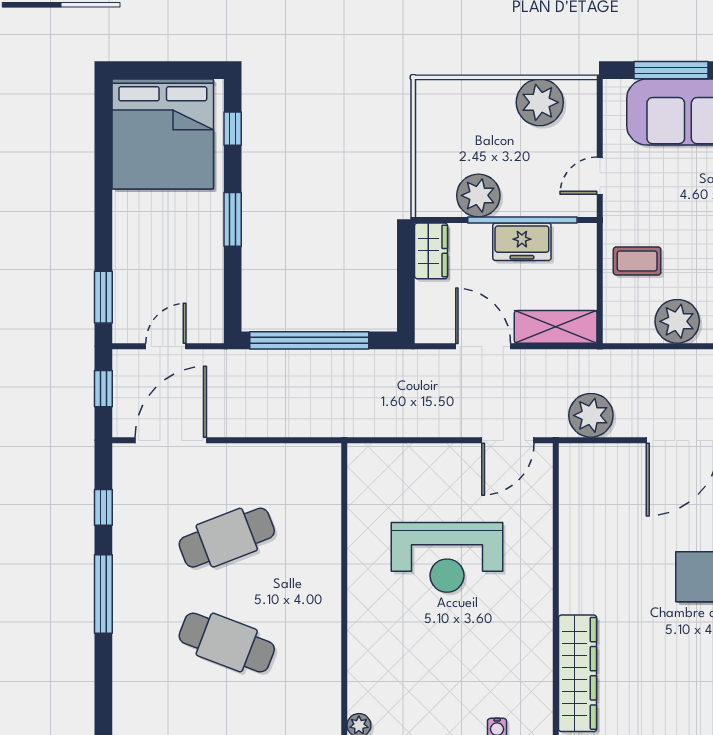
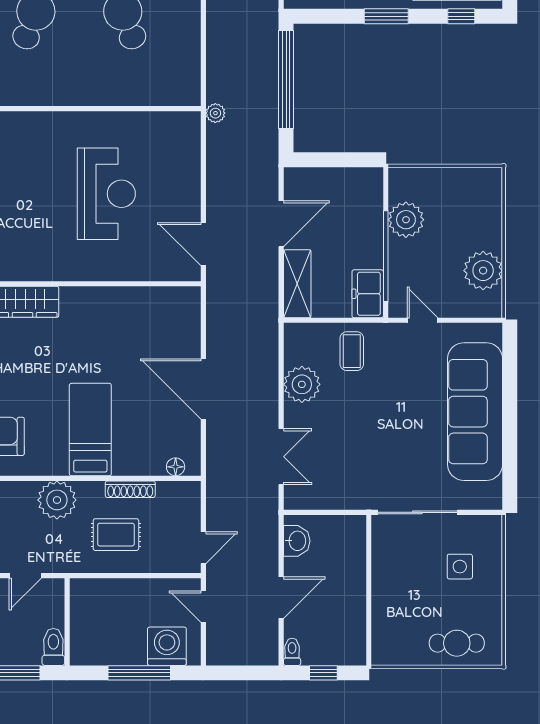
window: (671, 70) -> (510, 379), removed
freezer: (522, 242) -> (368, 294), moved
wardrobe: (431, 251) -> (360, 180), removed
plant: (591, 415) -> (215, 113), moved, width x0.53, depth x0.53
reception desk: (447, 557) -> (106, 194), turned 180

